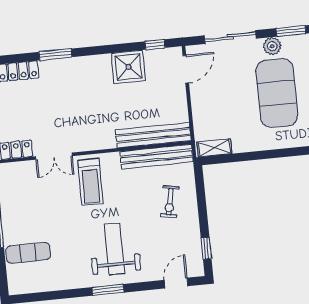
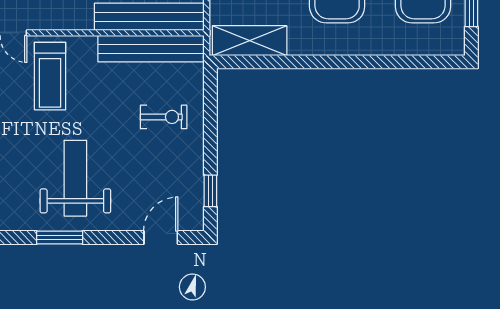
shelving: (214, 148) -> (250, 41), width x1.50, depth x1.33
exercise bike: (170, 202) -> (164, 117), turned -101

